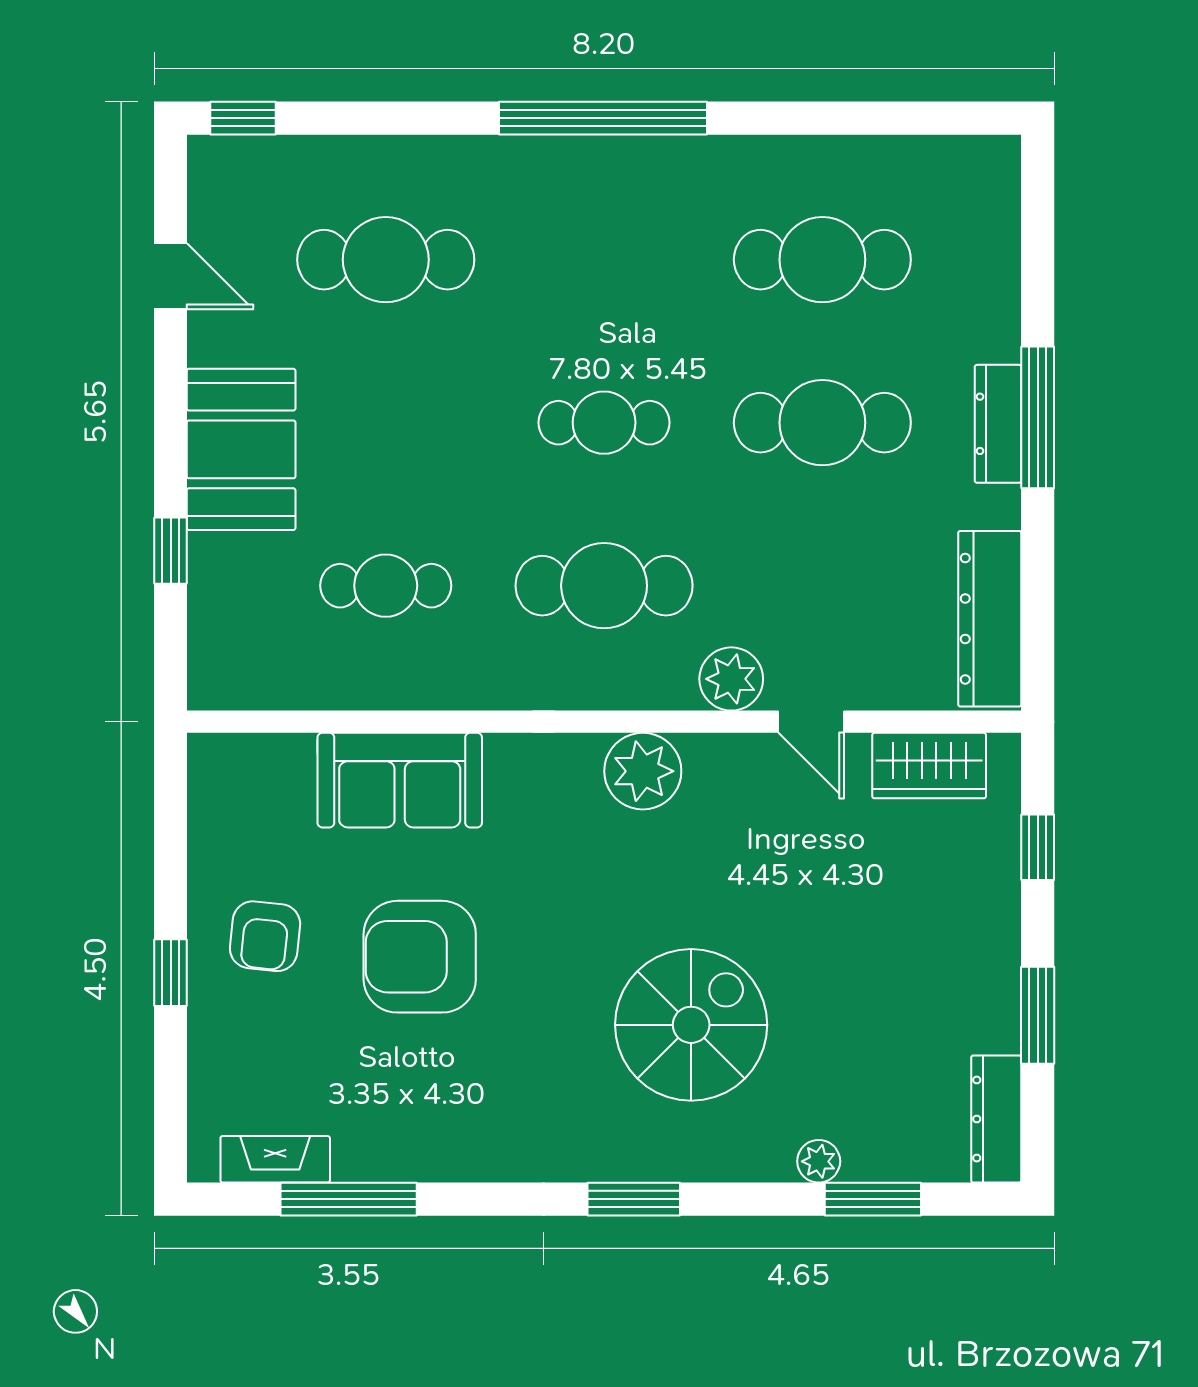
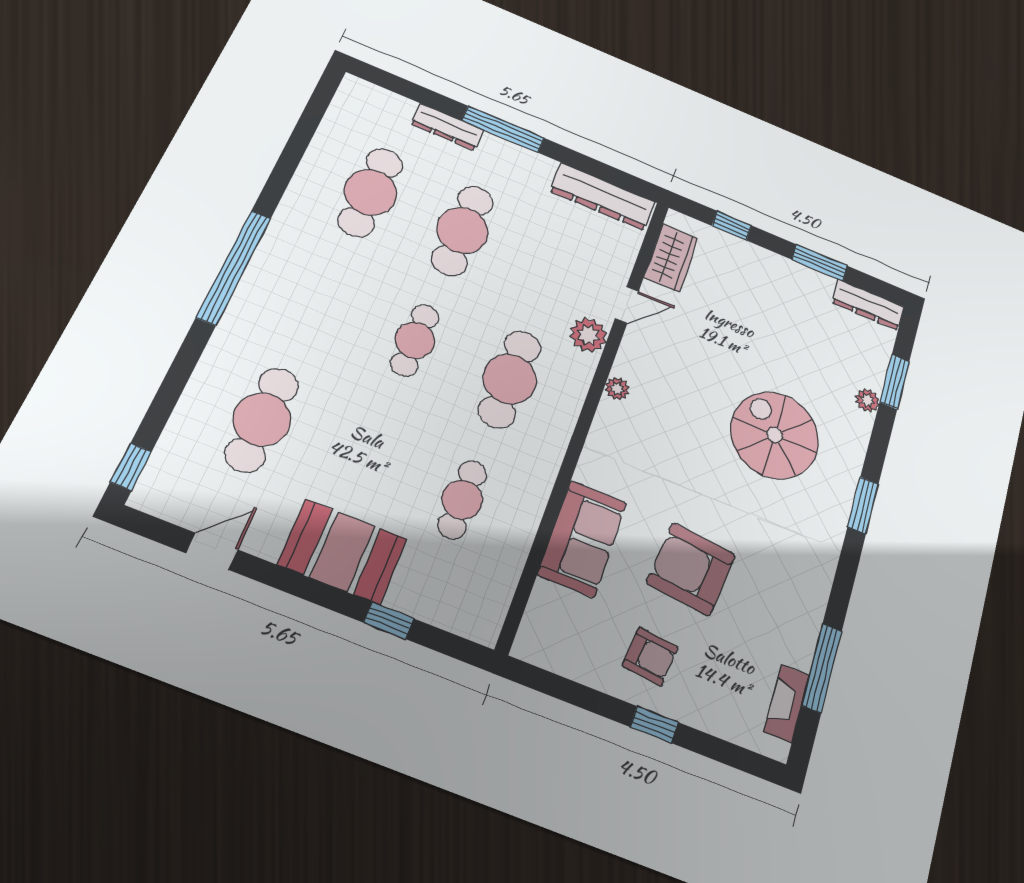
dresser: (998, 424) -> (447, 127), moved
plant: (643, 771) -> (617, 389), width x0.53, depth x0.53
armchair: (420, 957) -> (691, 569), turned 96

